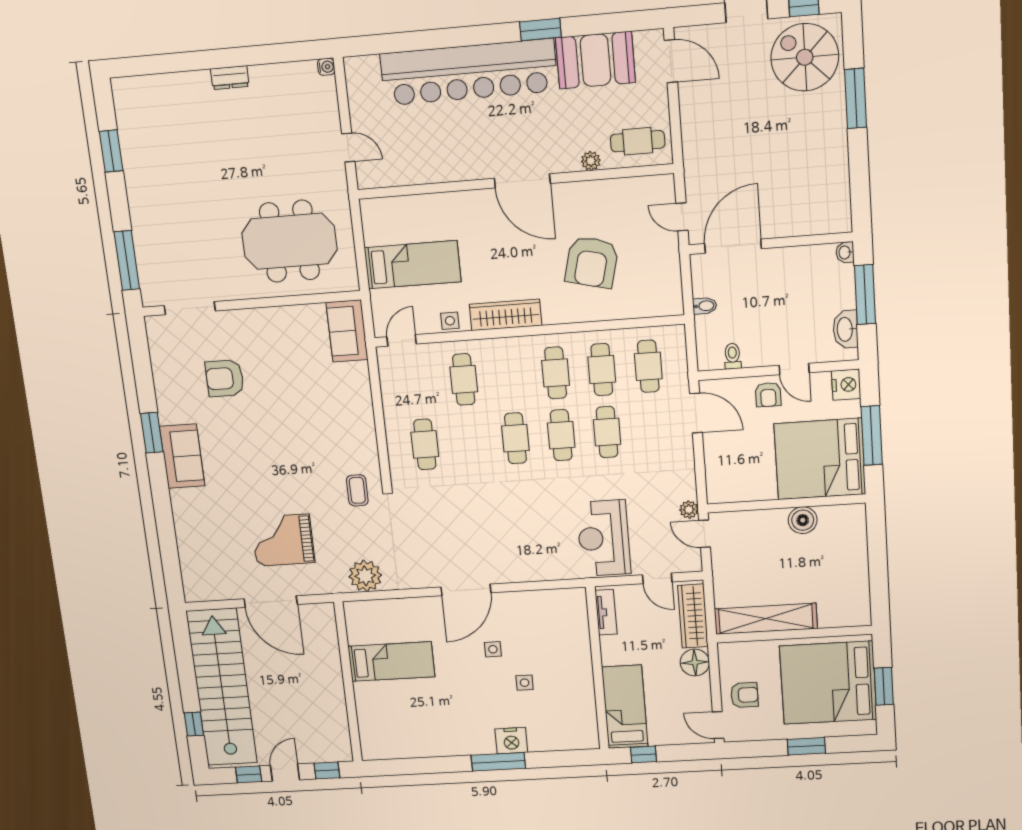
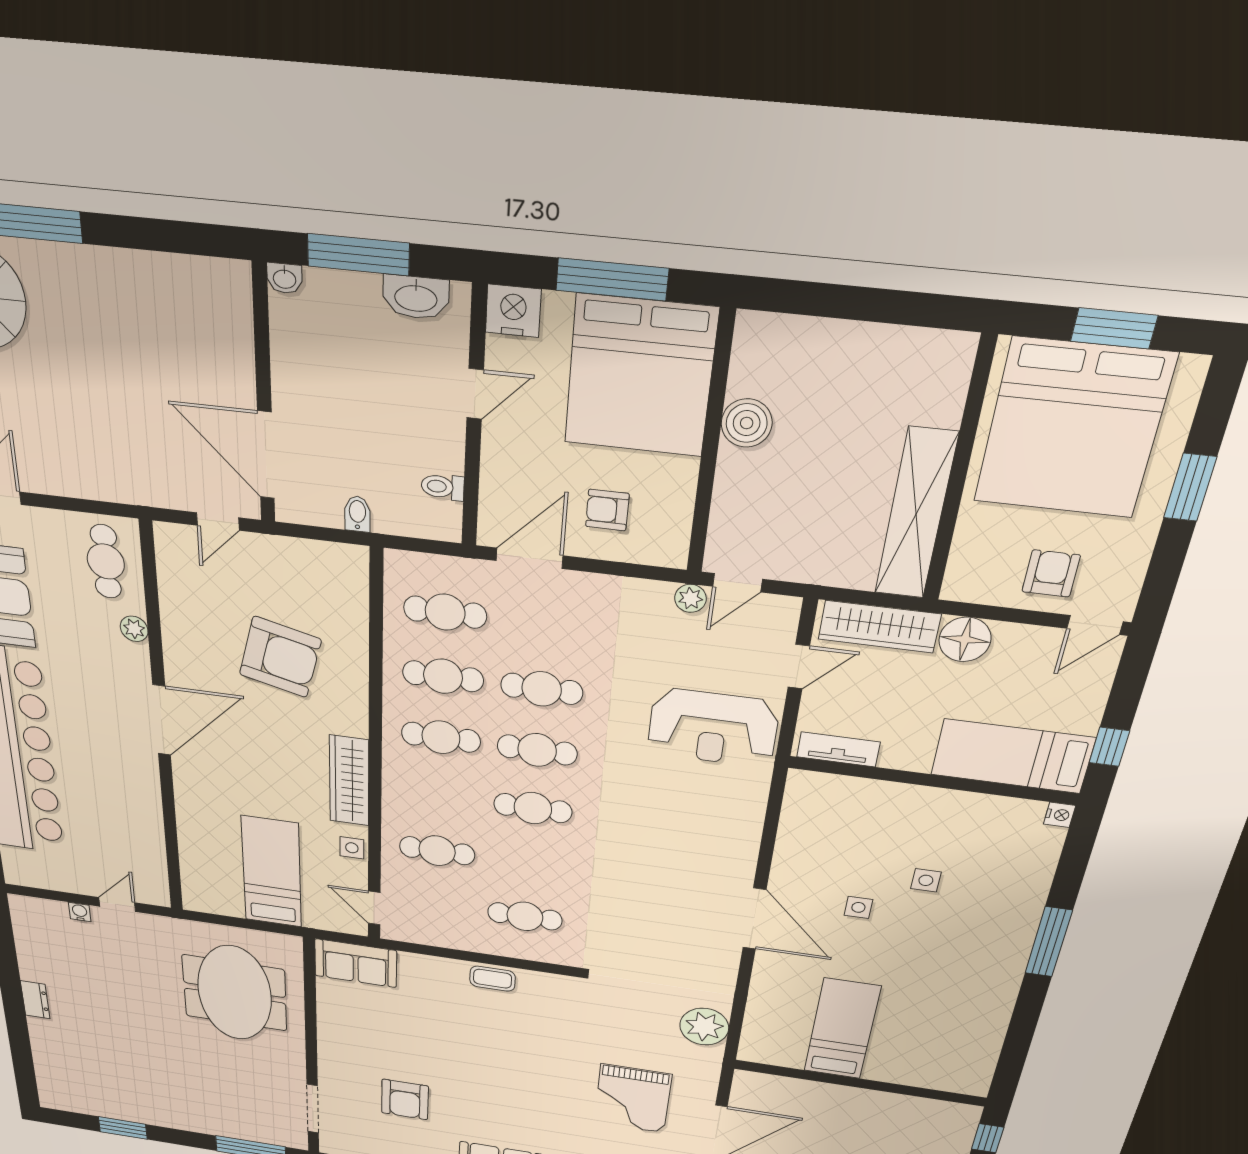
water cooler: (326, 67) -> (80, 912), moved
armchair: (768, 395) -> (607, 510), moved, turned 180
coffee table: (357, 490) -> (492, 979), moved
nightstand: (511, 741) -> (1060, 815), moved, width x0.53, depth x0.56

